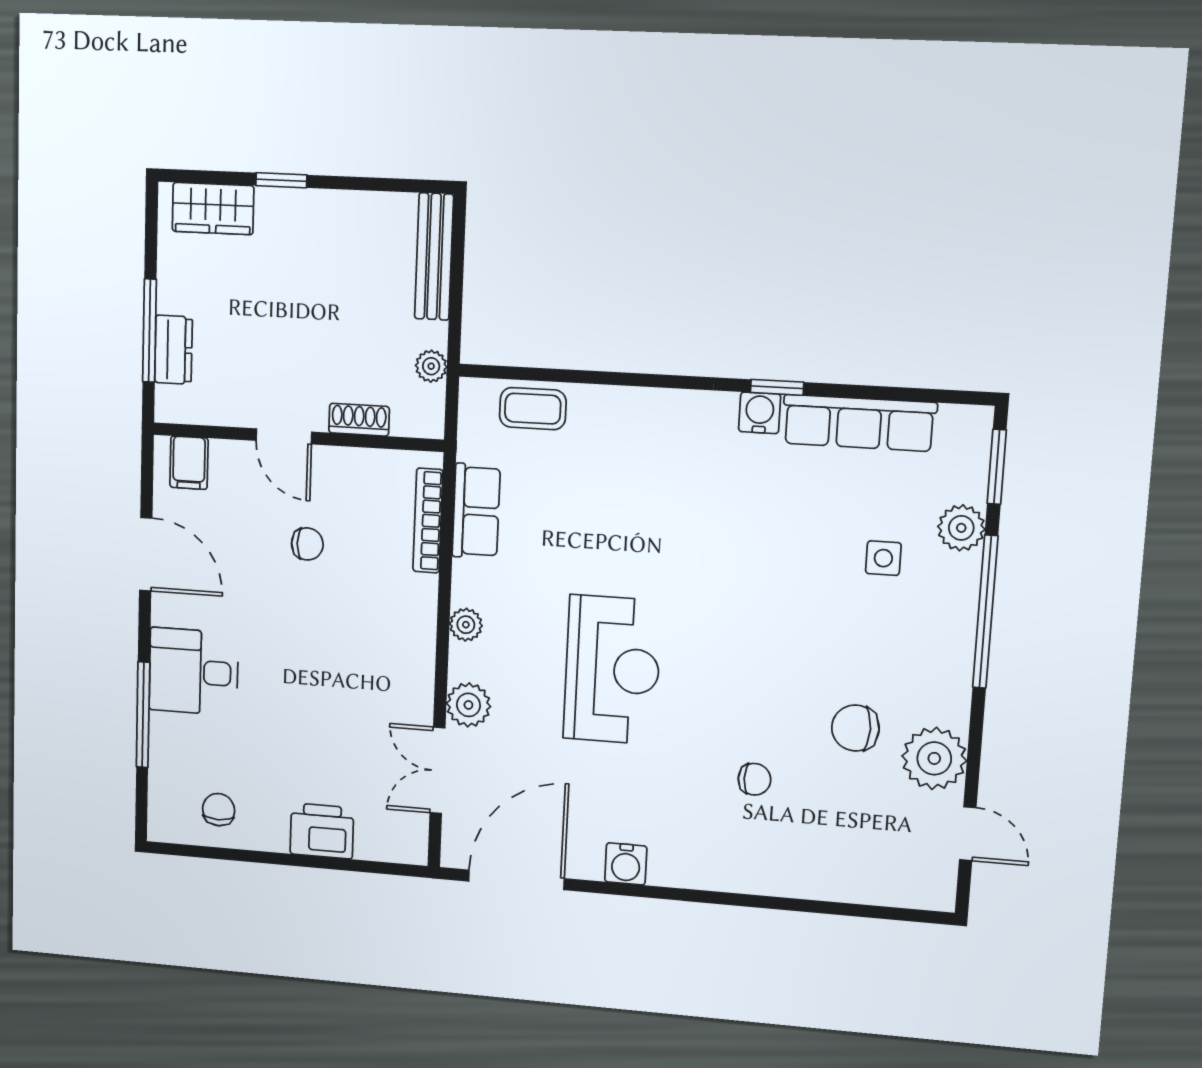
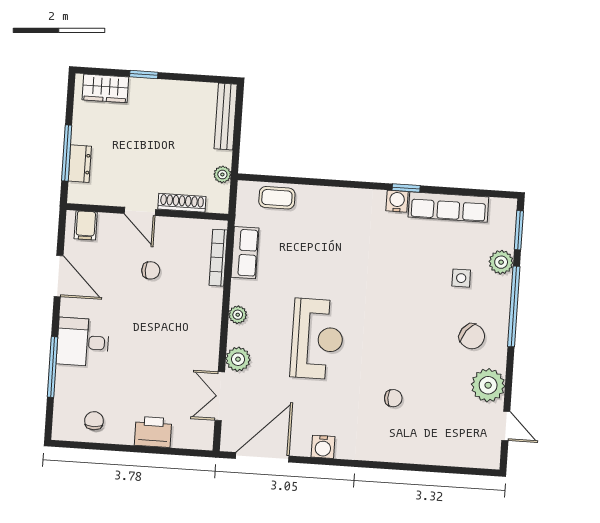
shoe rack: (359, 420) -> (182, 203), width x1.43
chair: (855, 728) -> (472, 336), moved, turned -143

